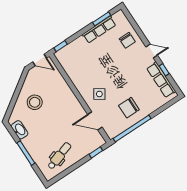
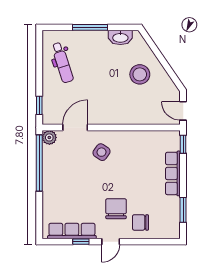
row of seats: (99, 30) -> (173, 173), moved
door: (40, 60) -> (183, 111), hinge flipped
chair: (129, 108) -> (116, 209), moved
plant: (112, 133) -> (49, 137), added

